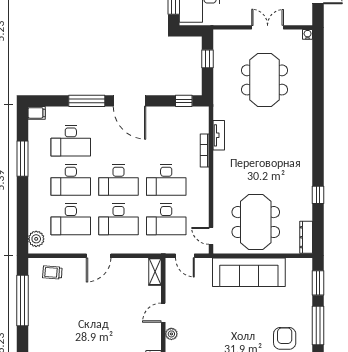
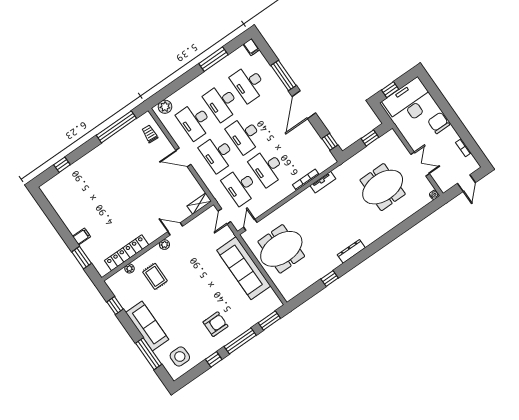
dresser: (306, 237) -> (351, 251), moved

